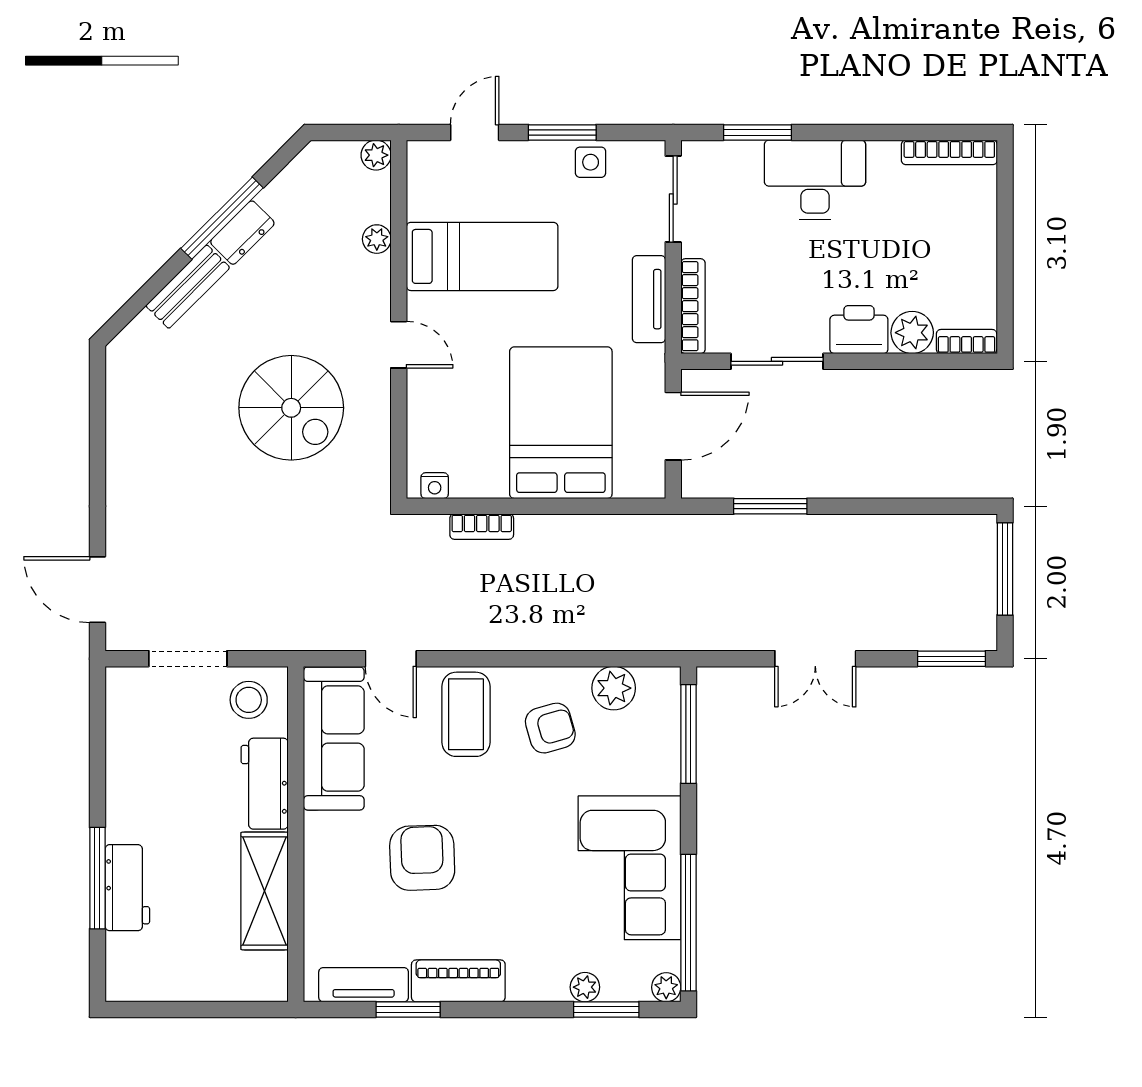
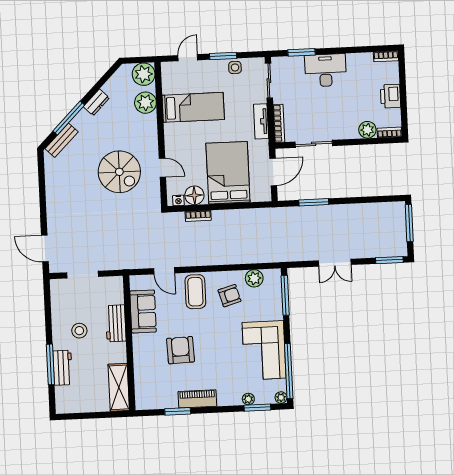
bookcase: (949, 152) -> (386, 56), width x0.64
plant: (376, 155) -> (144, 74), width x1.87, depth x1.87
window: (222, 218) -> (69, 118), moved
plant: (377, 239) -> (145, 103), width x1.88, depth x1.88
bench: (188, 287) -> (62, 140), moved
printer: (859, 330) -> (390, 96), moved, turned -90
door: (399, 345) -> (162, 168), moved
floor lamp: (475, 475) -> (194, 195), added
stool: (249, 700) -> (79, 331), moved
sofa: (334, 739) -> (143, 312), width x0.73
shelving: (265, 891) -> (119, 387), moved
tv unit: (364, 985) -> (159, 402), removed

